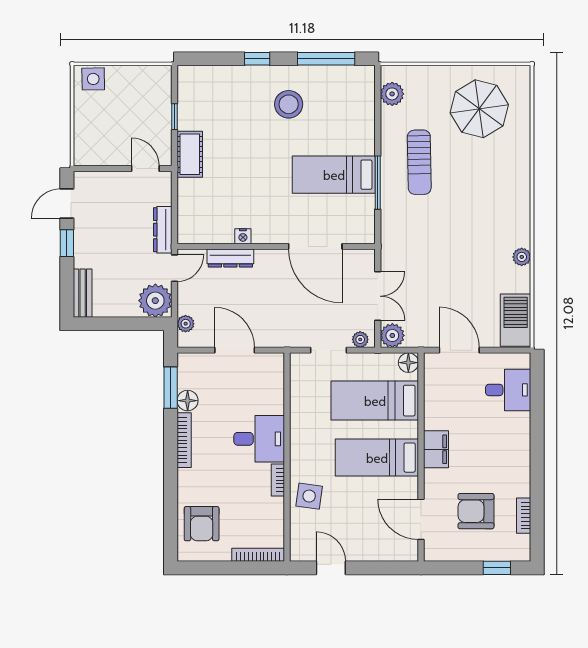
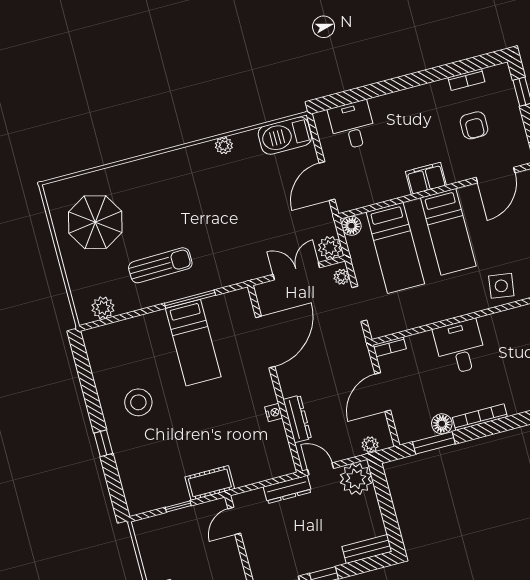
window: (326, 59) -> (86, 378), removed
bookcase: (278, 480) -> (390, 347), moved
armchair: (476, 511) -> (474, 125), width x0.72, depth x0.72

